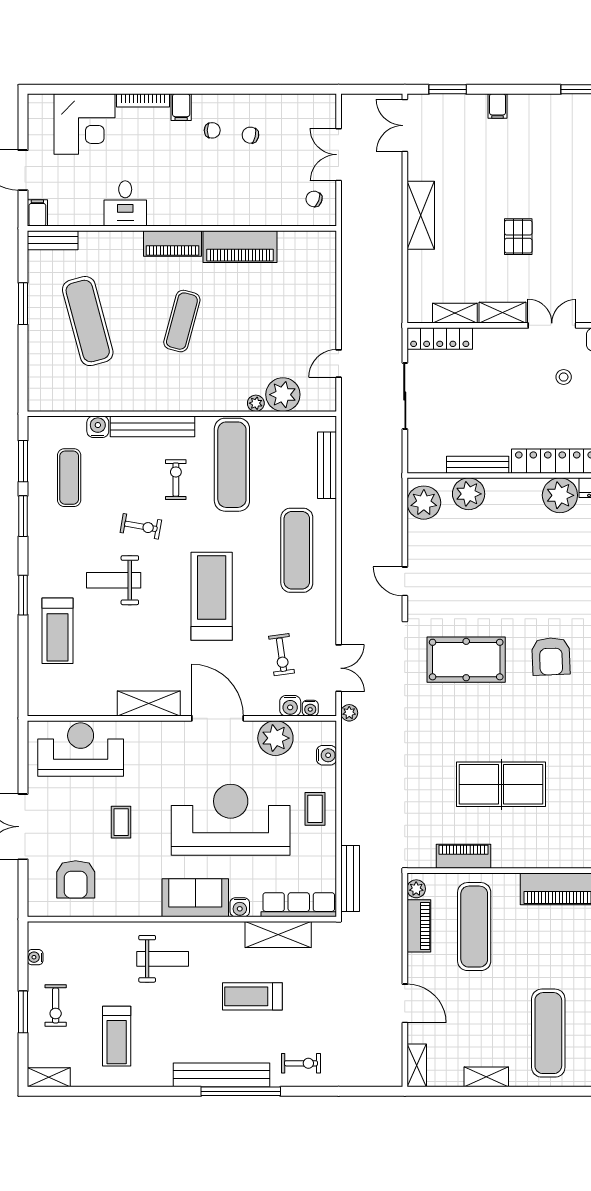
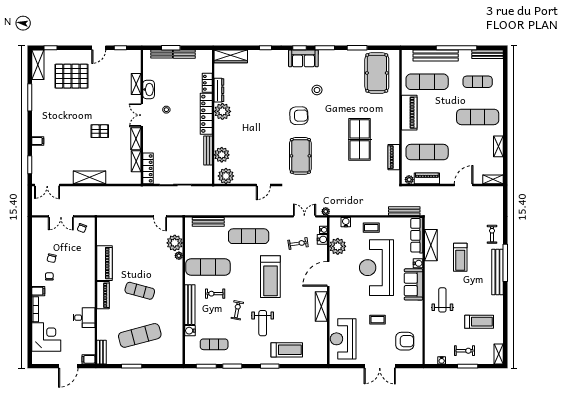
treadmill: (212, 596) -> (270, 277), turned -90

